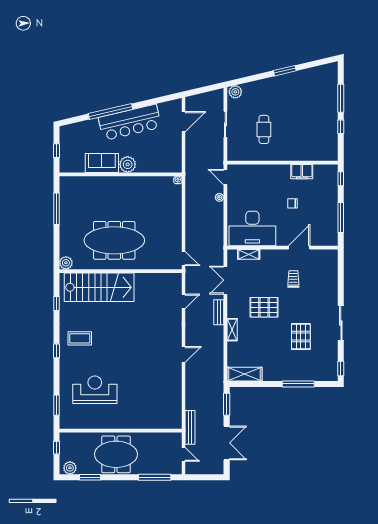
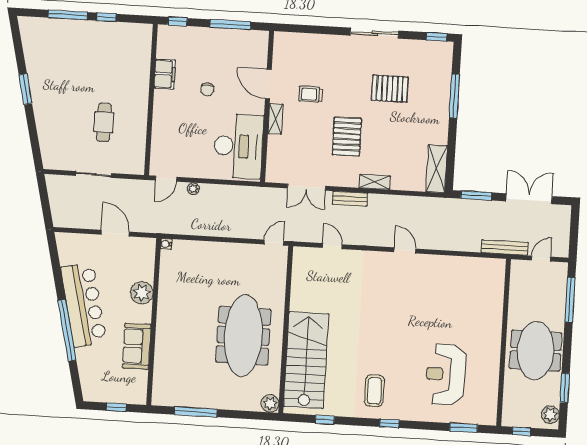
plant: (235, 92) -> (50, 158), removed
door: (184, 122) -> (115, 233), moved
cafe table: (264, 129) -> (104, 122), turned 90
plant: (128, 164) -> (142, 293), moved
shelving: (249, 254) -> (275, 119), moved

